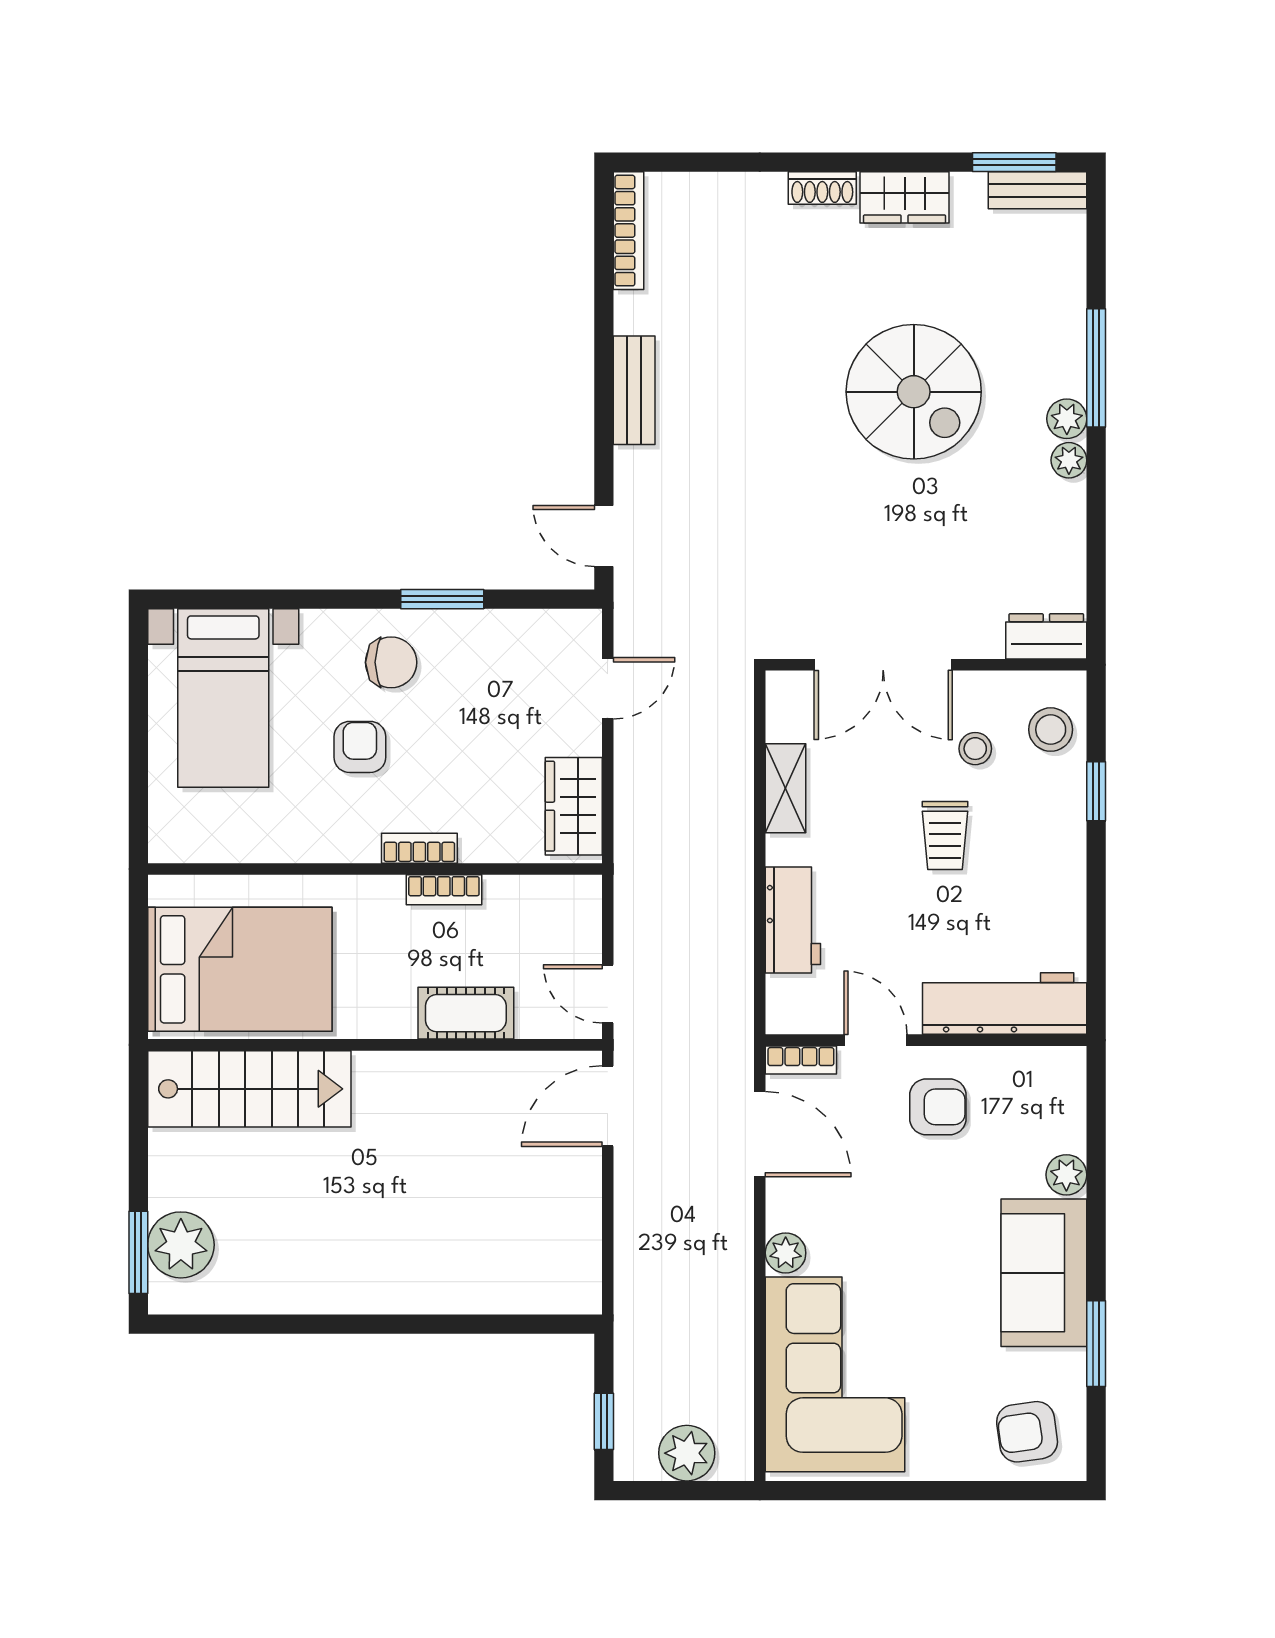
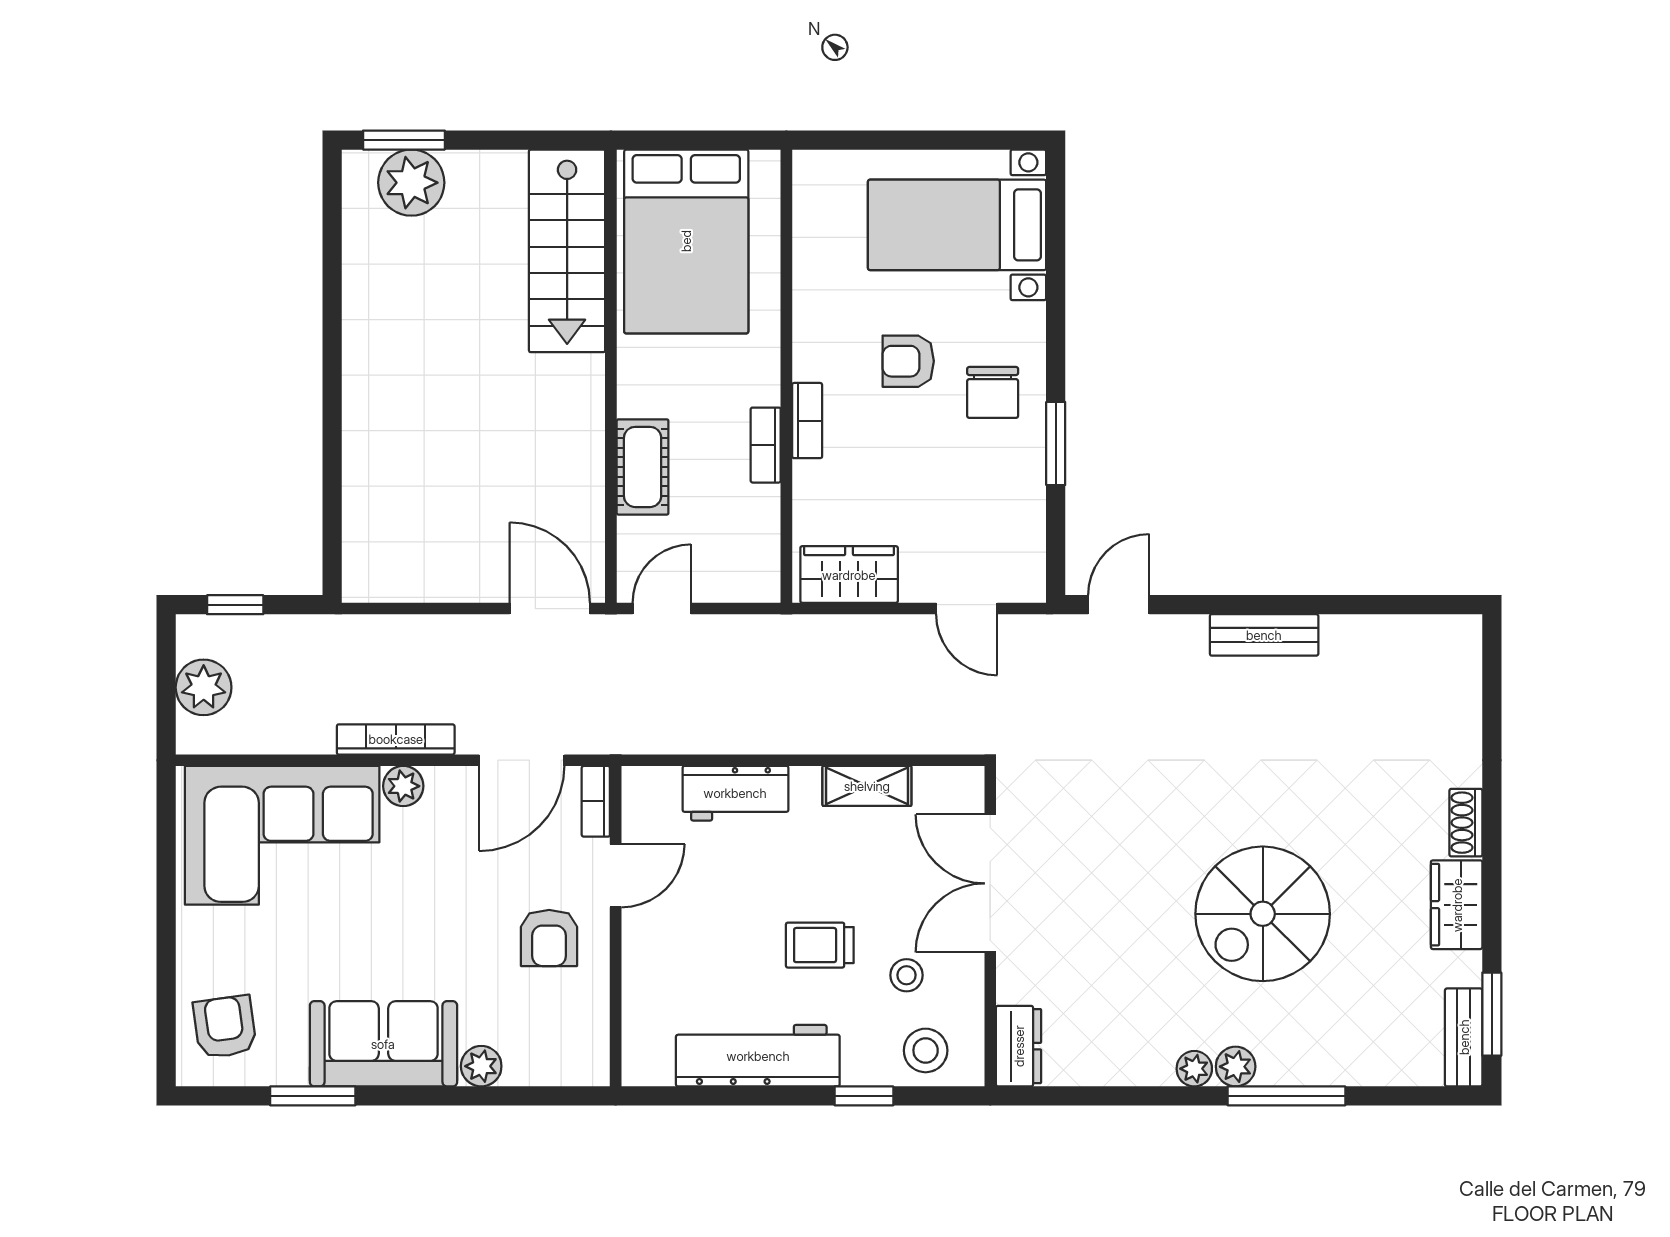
bookcase: (629, 231) -> (396, 739), moved, turned 180
armchair: (360, 747) -> (908, 361), turned 180
workbench: (1005, 1004) -> (758, 1056), moved, turned -90

